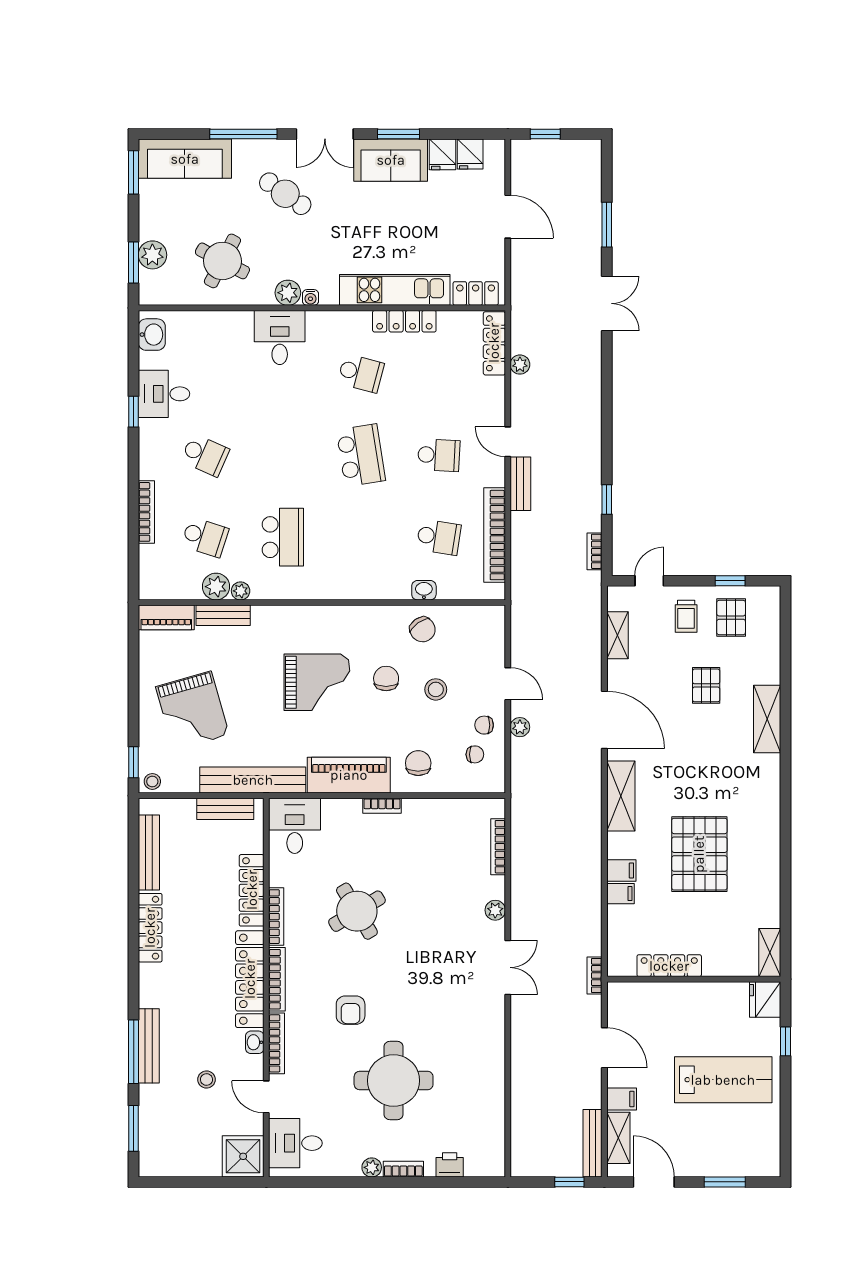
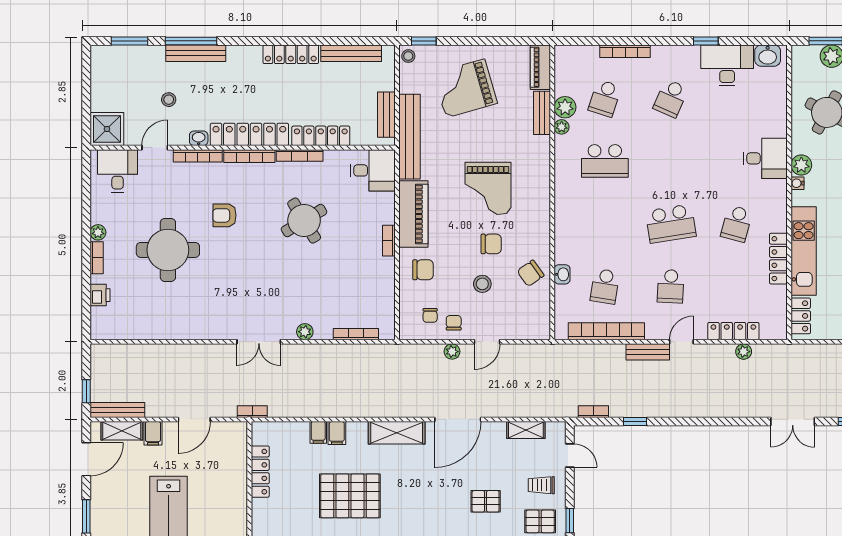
locker: (494, 343) -> (733, 331), moved
desk: (164, 394) -> (727, 65), width x1.37

